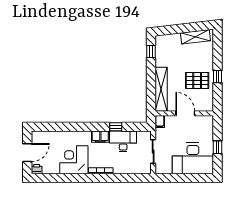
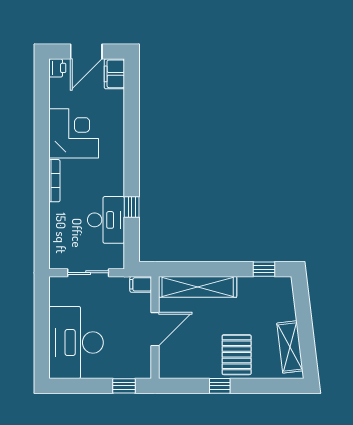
pallet: (197, 80) -> (237, 355), moved
filing cabinet: (100, 137) -> (114, 74), moved
window: (218, 147) -> (124, 386), moved
door: (27, 153) -> (86, 52), hinge flipped

